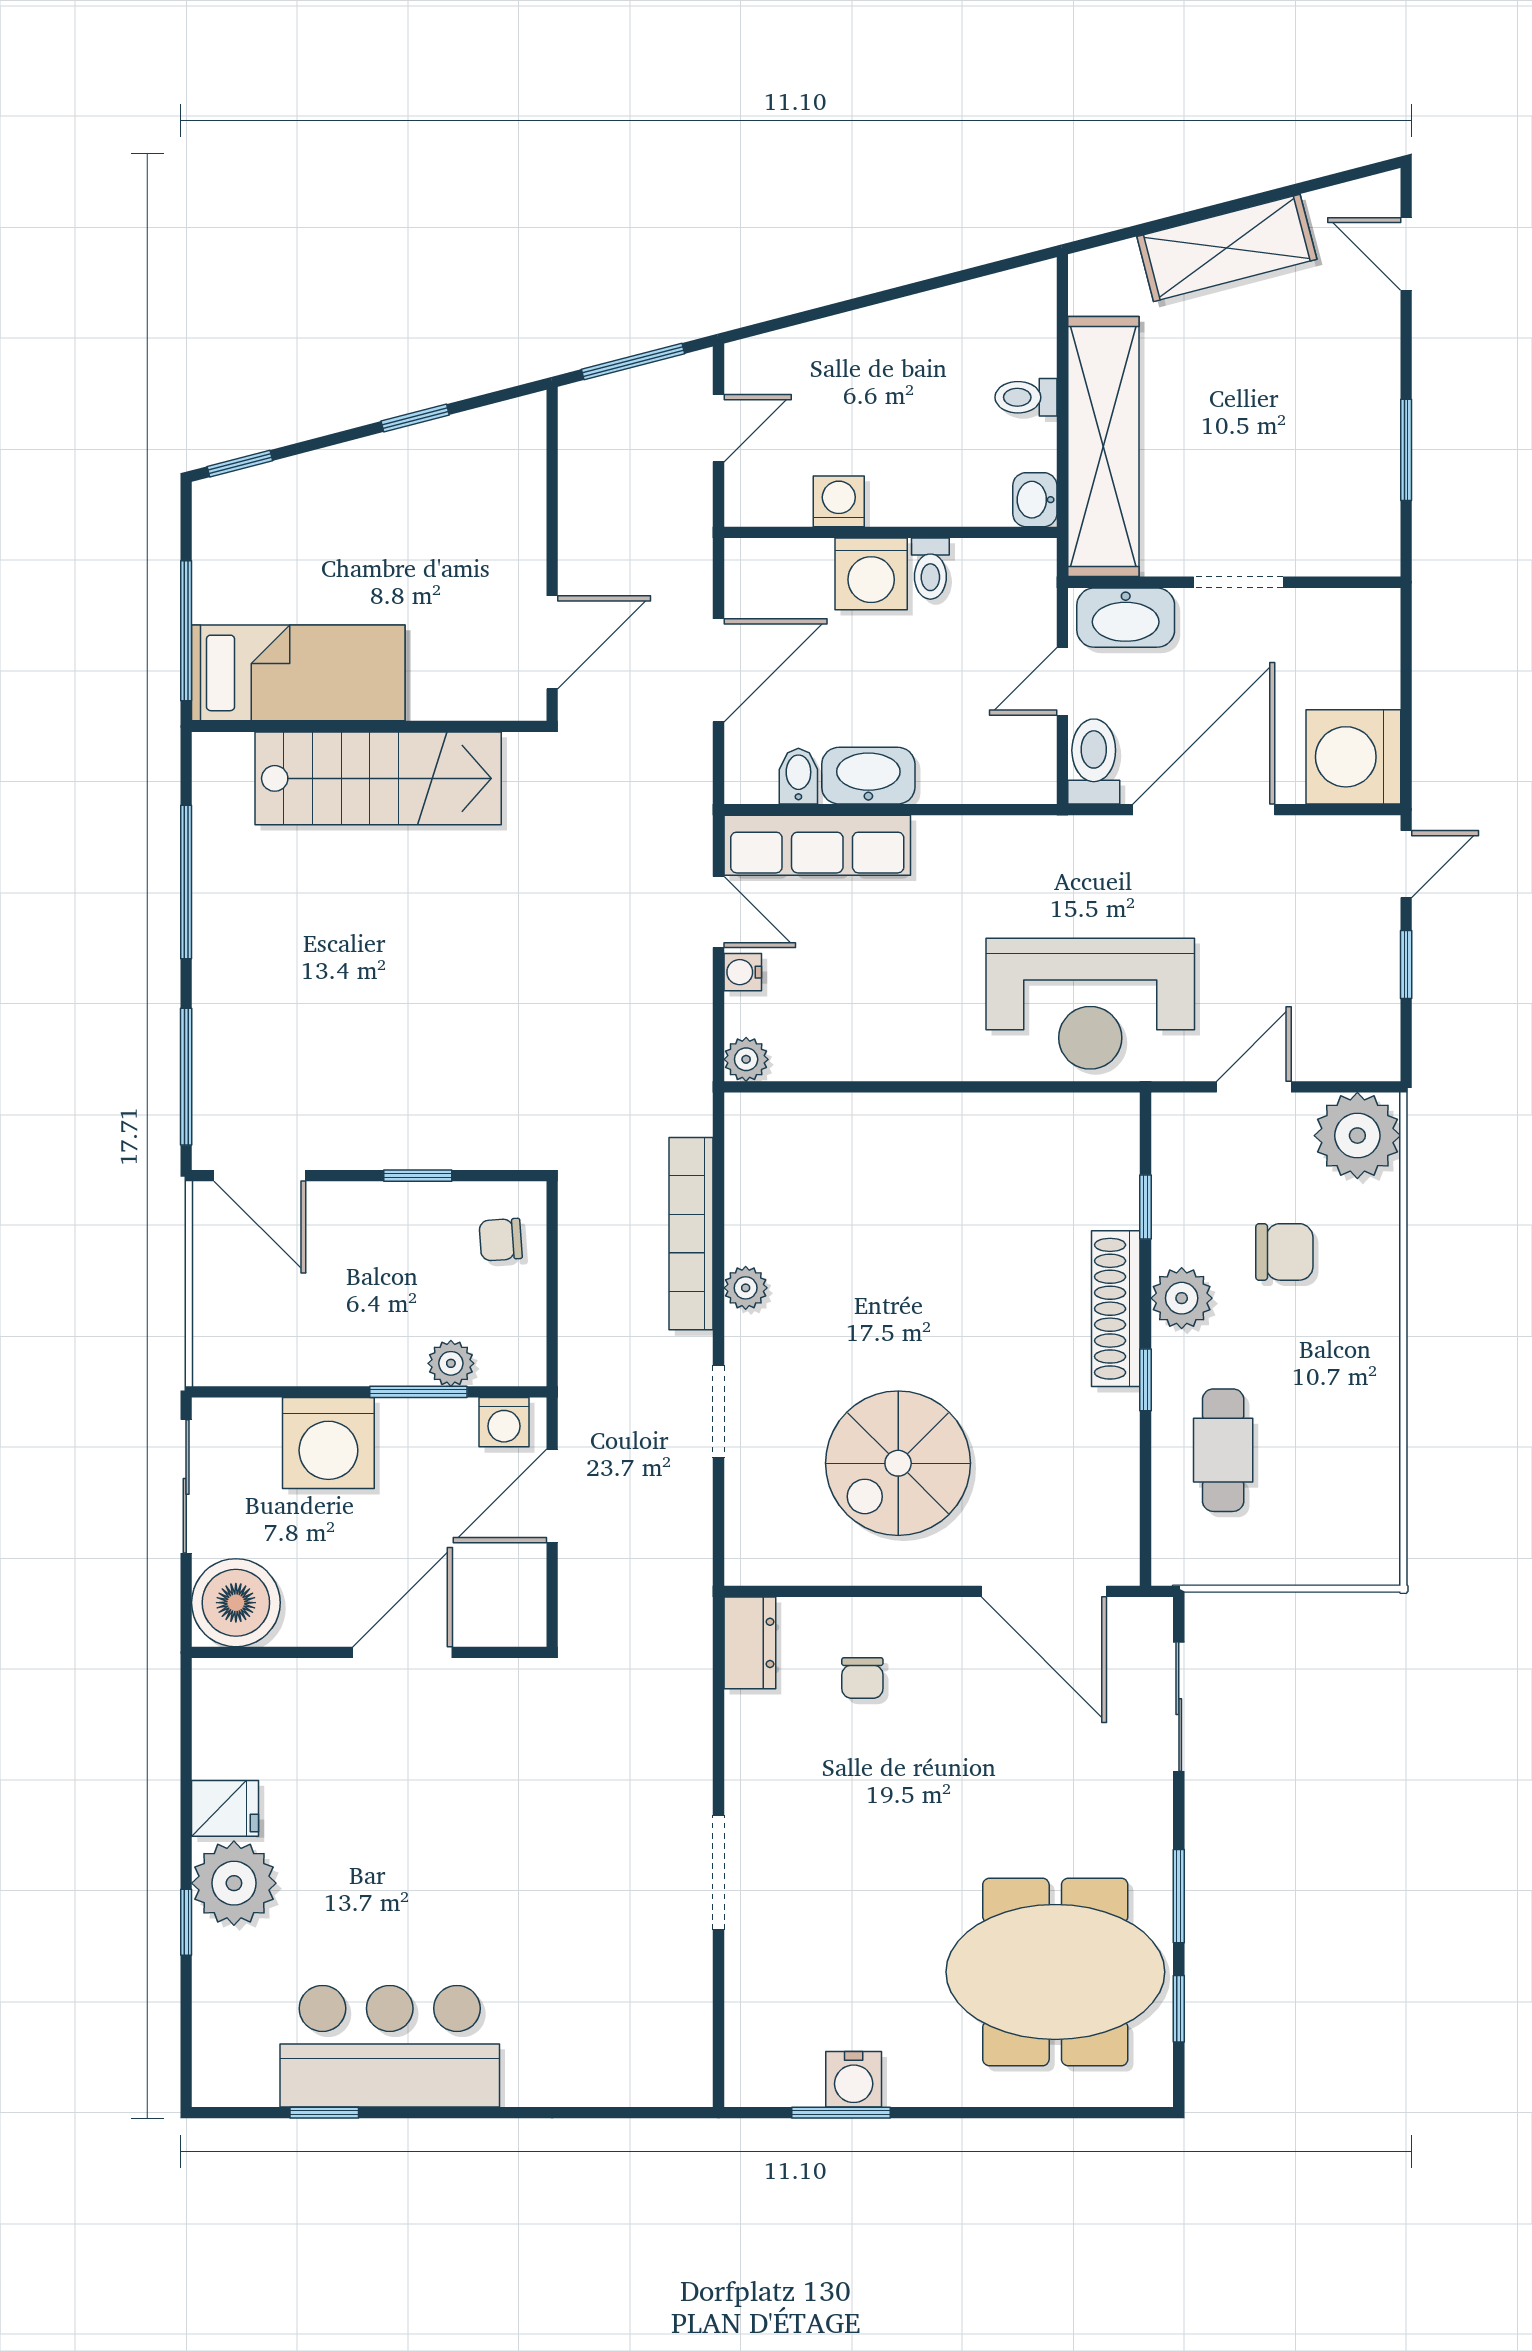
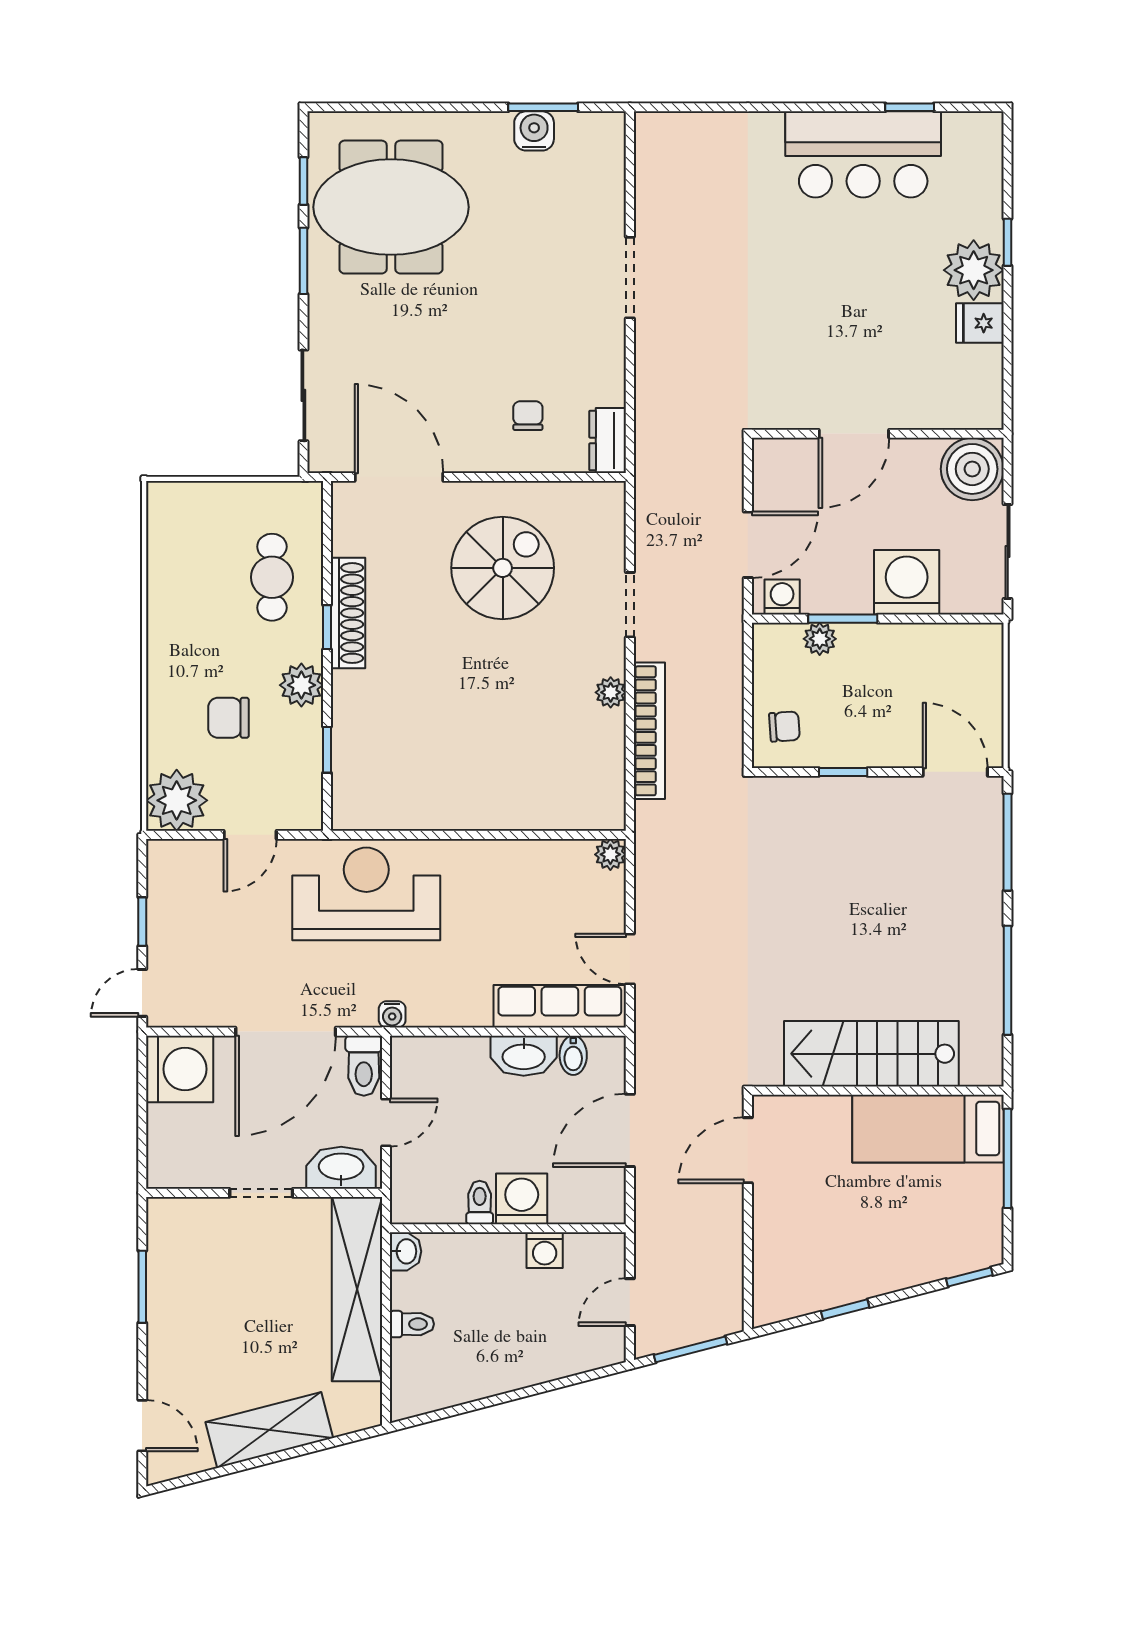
water cooler: (743, 972) -> (392, 1014), moved, turned 90
shoe rack: (1116, 1309) -> (348, 613), moved

